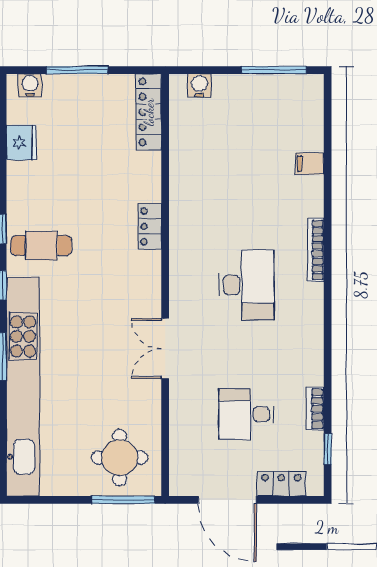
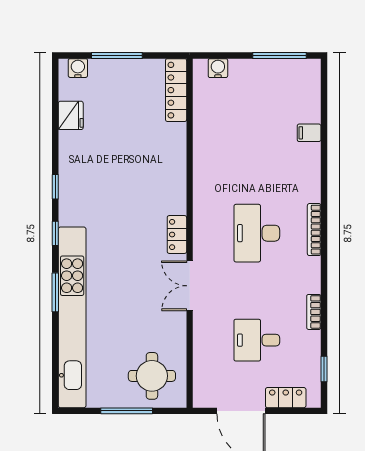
locker: (150, 226) -> (177, 235), moved
cafe table: (41, 246) -> (87, 201), removed
bookcase: (316, 250) -> (314, 230), moved
desk: (246, 285) -> (257, 233), turned 180
bookcase: (315, 409) -> (314, 312), moved
window: (123, 500) -> (127, 411), moved

